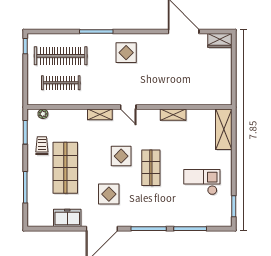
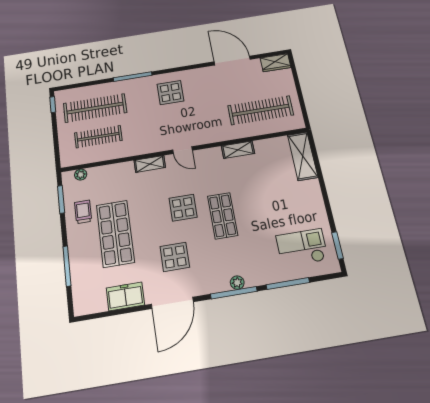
clothes rail: (198, 83) -> (261, 110), added
checkout: (202, 182) -> (302, 248), moved
plant: (153, 222) -> (237, 283), added

